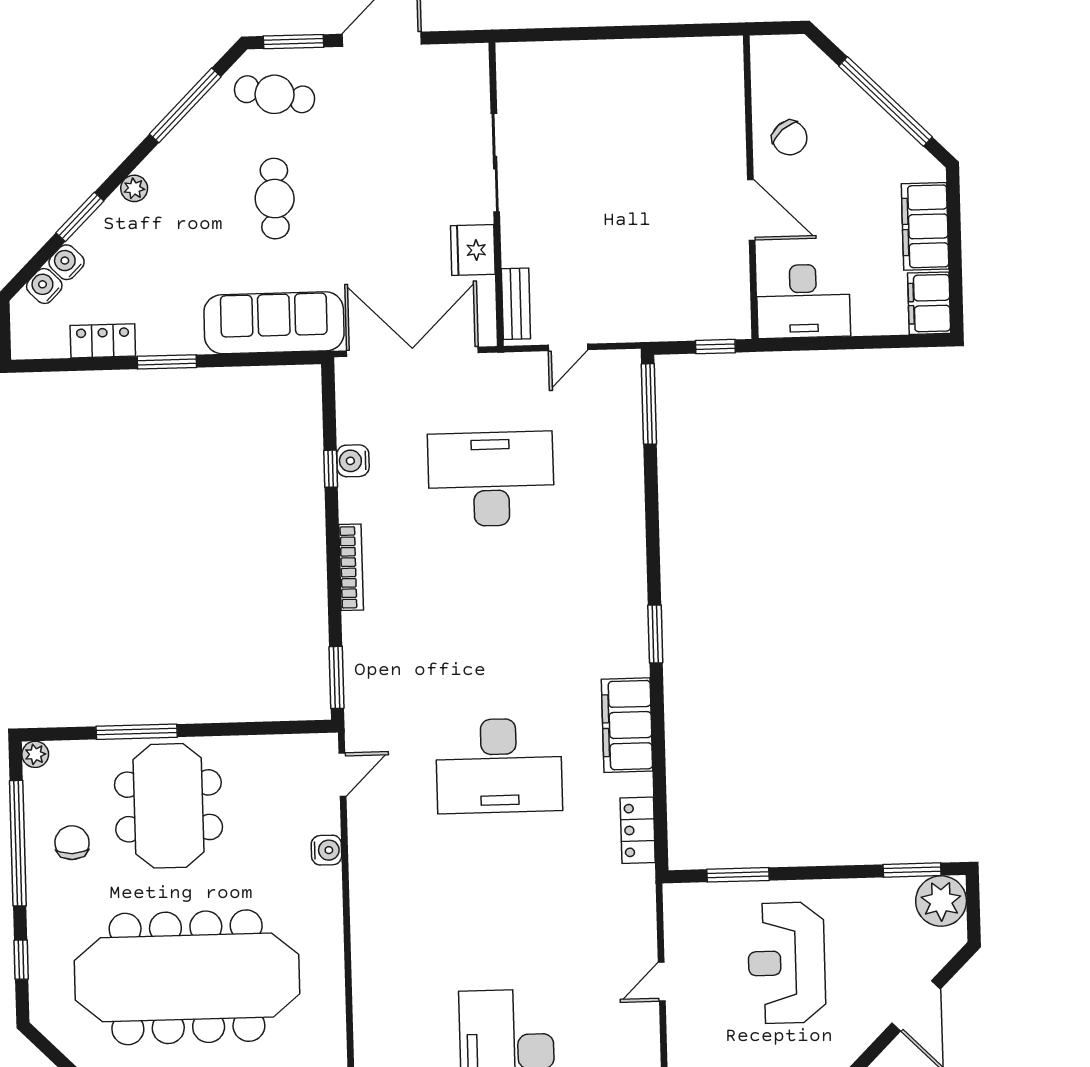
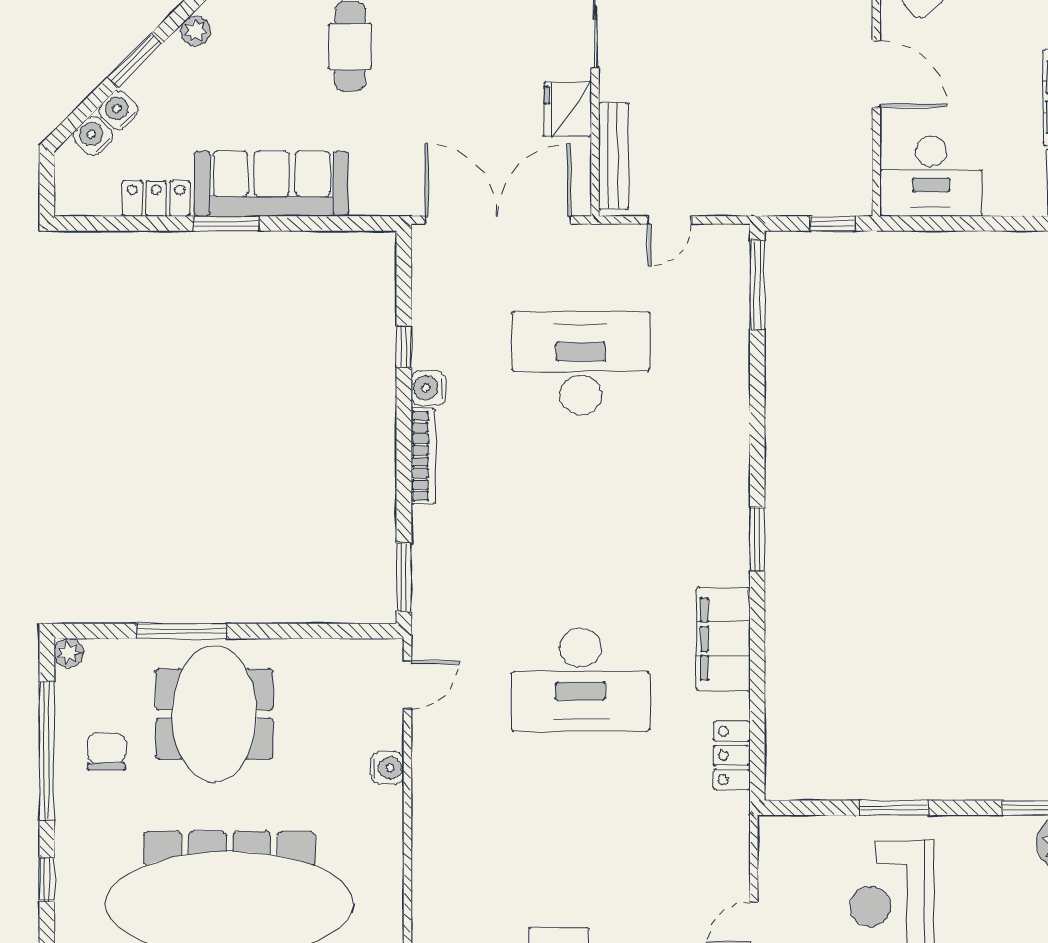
bench: (516, 304) -> (614, 156), width x1.36
sofa: (274, 323) -> (271, 184), moved
water cooler: (353, 461) -> (429, 388), moved
window: (738, 875) -> (894, 808), moved

